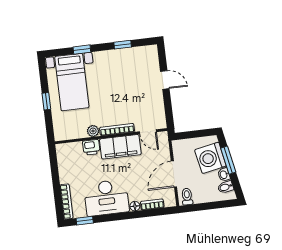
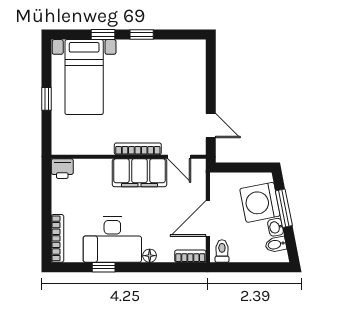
window: (123, 45) -> (142, 35), moved
door: (165, 80) -> (211, 126), moved
plant: (93, 131) -> (105, 147), removed
printer: (91, 147) -> (62, 169), moved
bookcase: (152, 204) -> (190, 256), moved
window: (85, 221) -> (104, 267), moved

